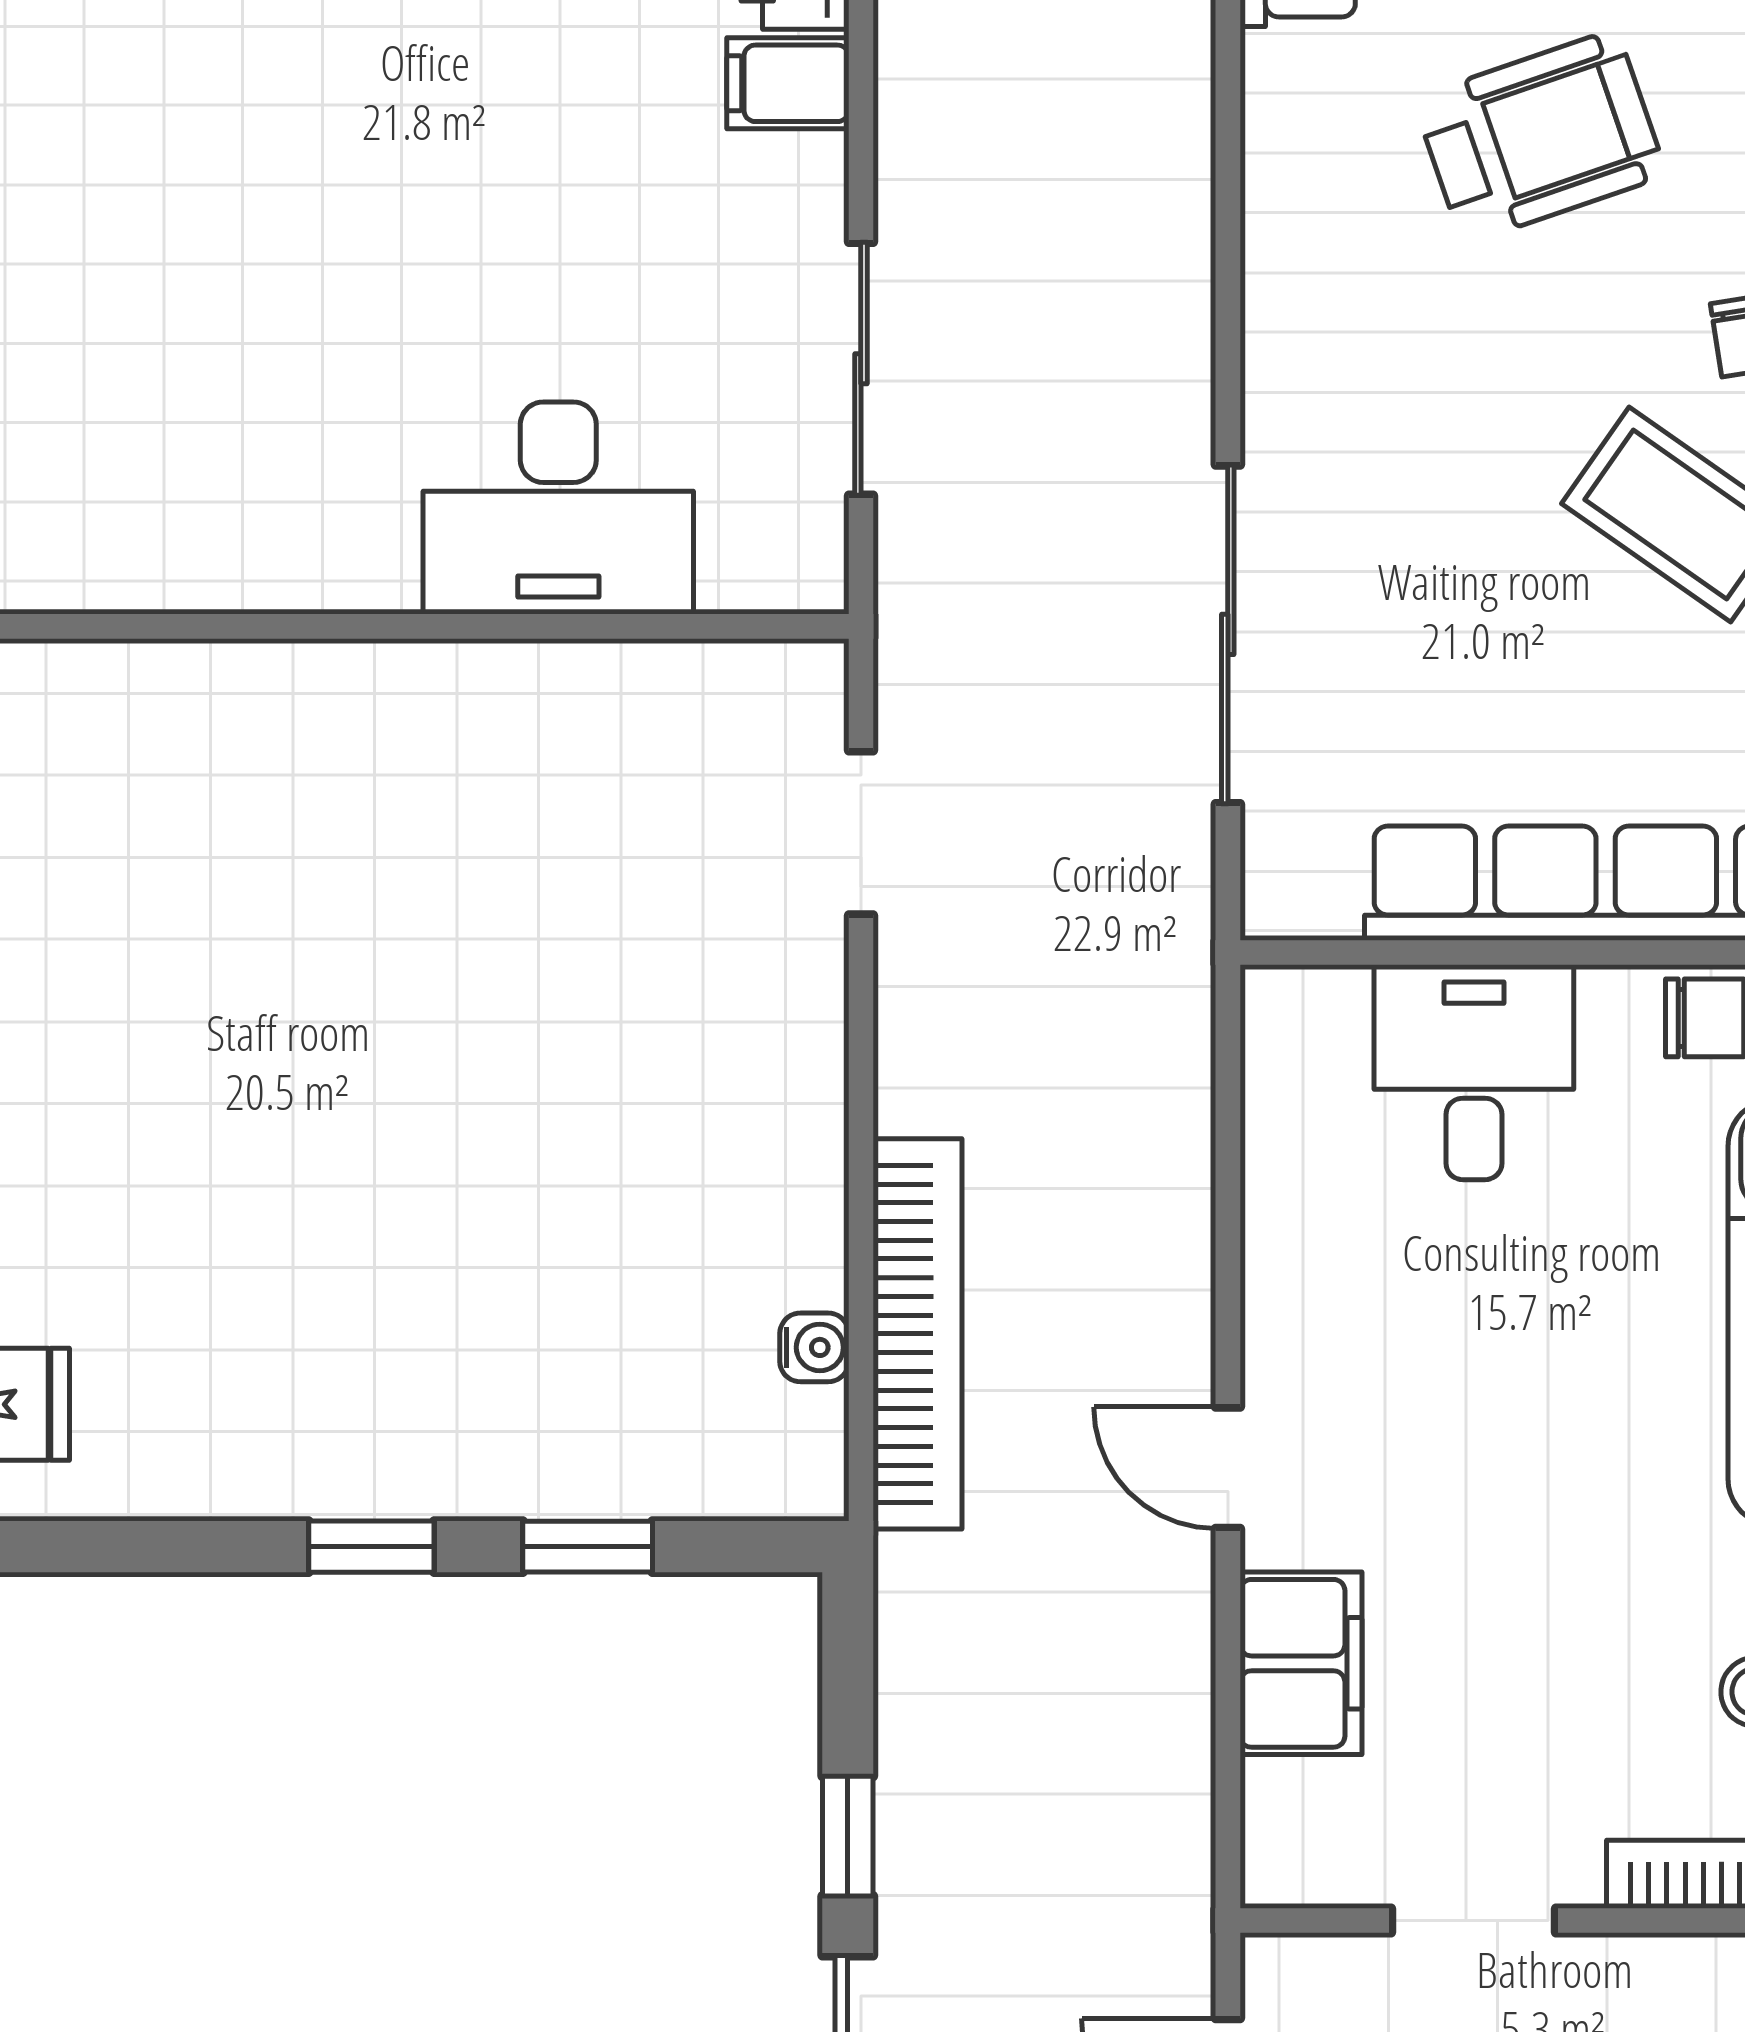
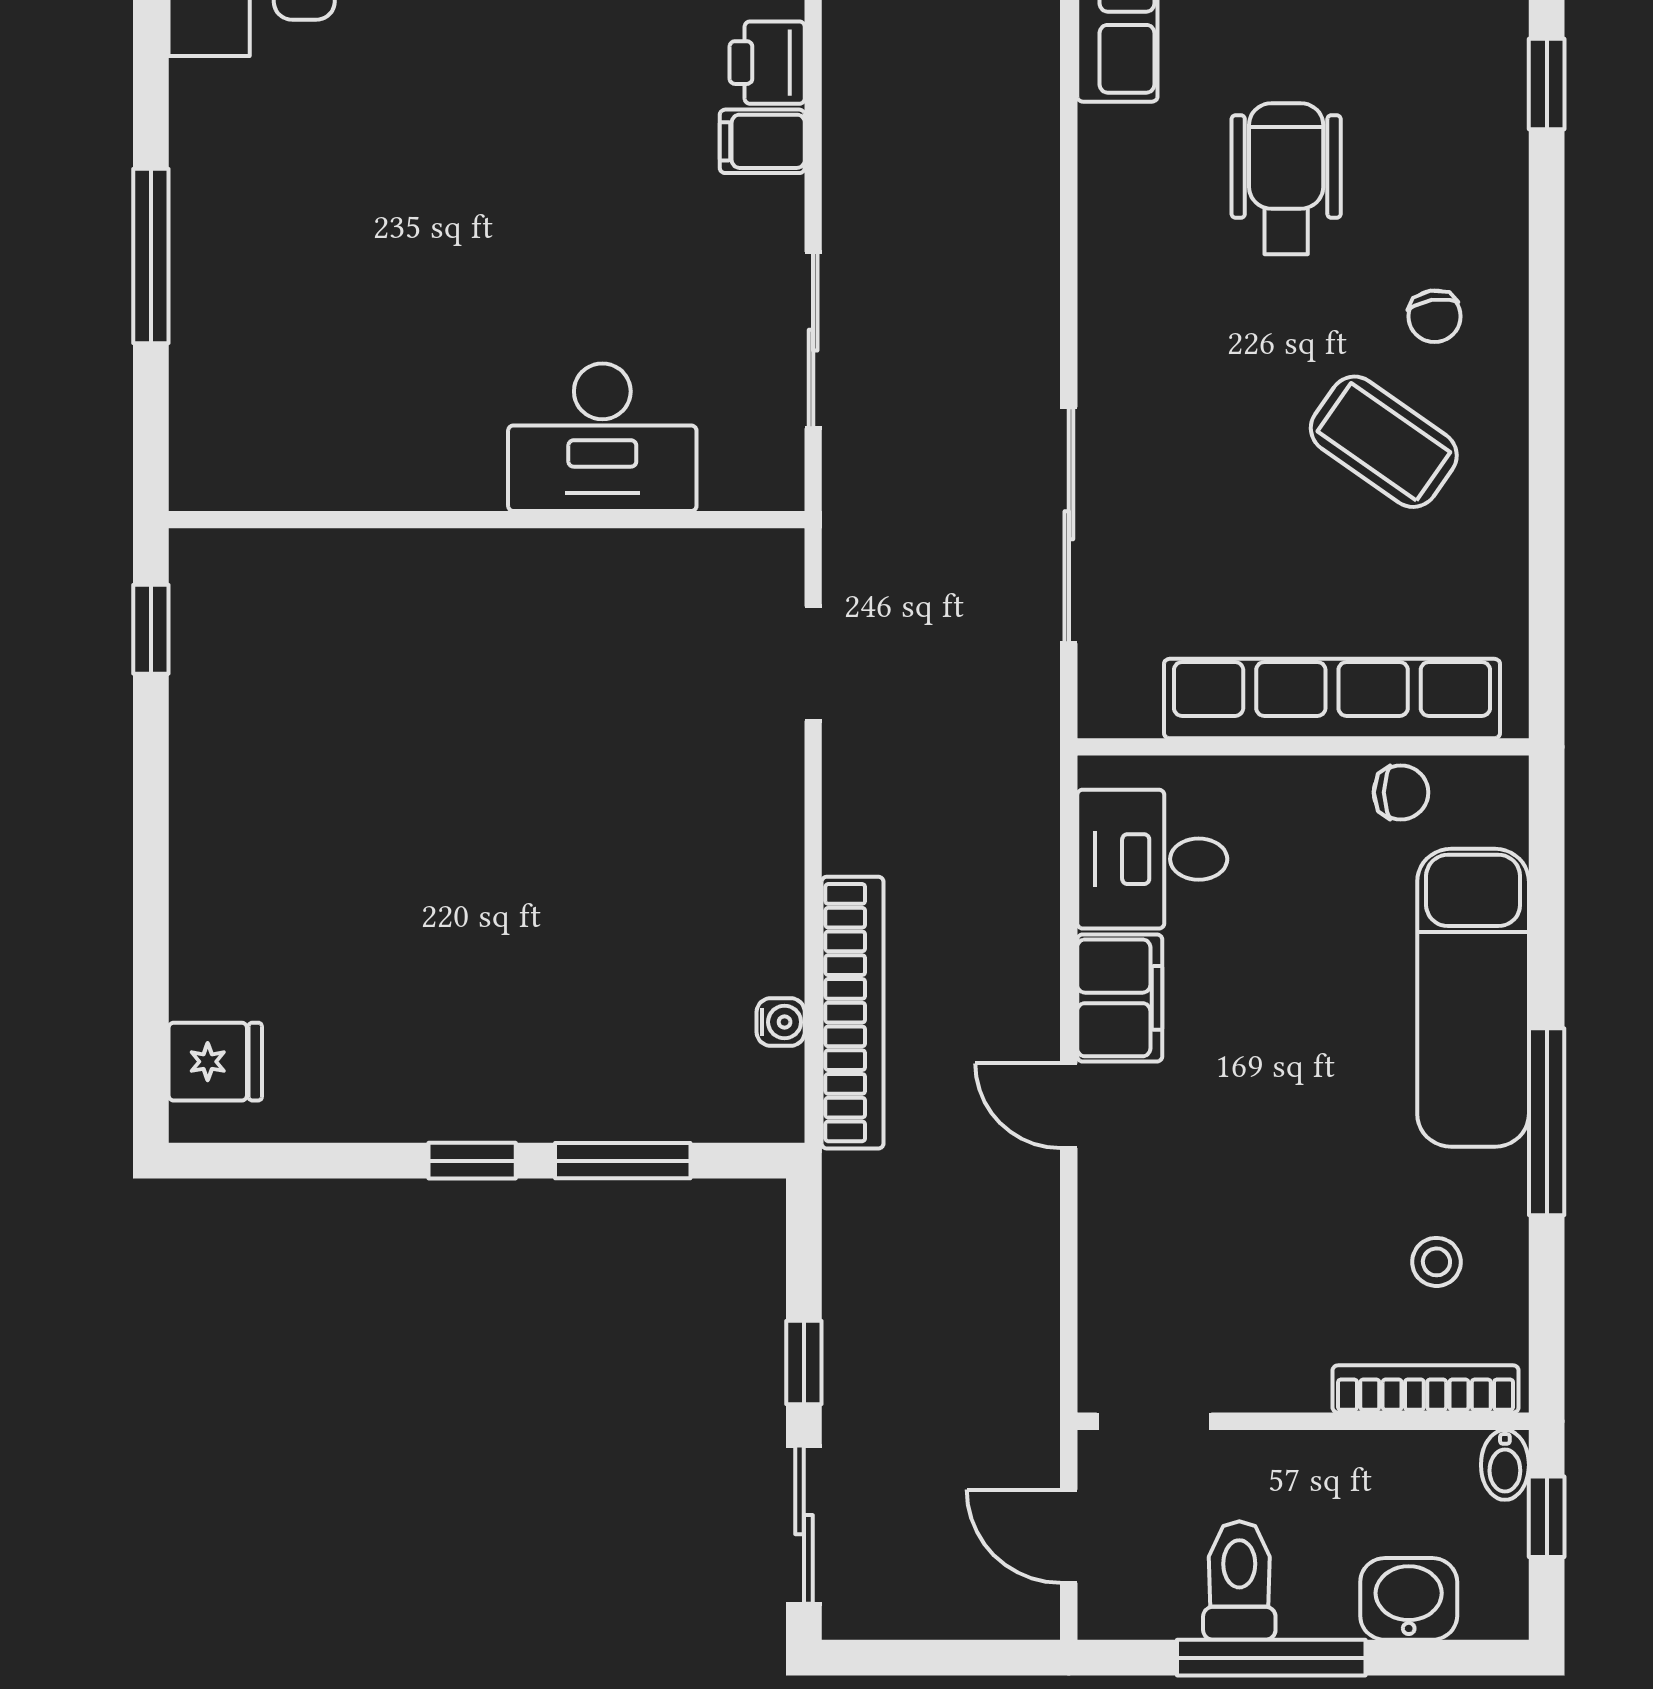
wheelchair: (1540, 137) -> (1286, 179), turned -71
desk: (1474, 1072) -> (1152, 859), moved, turned -90
window: (588, 1547) -> (623, 1161), width x1.50
filing cabinet: (1301, 1663) -> (1120, 998), moved
doorway: (1473, 1921) -> (1154, 1421), moved

